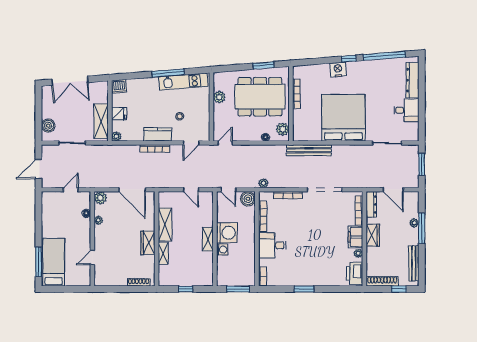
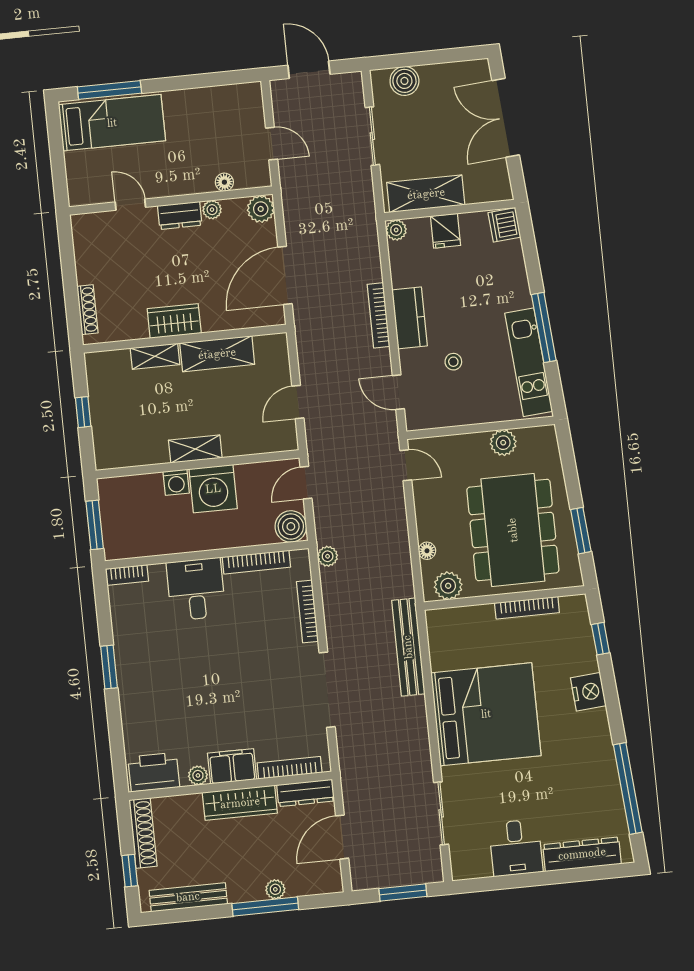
window: (349, 59) -> (600, 639), moved
dresser: (100, 235) -> (180, 215), added
wardrobe: (373, 235) -> (240, 803), width x1.50

